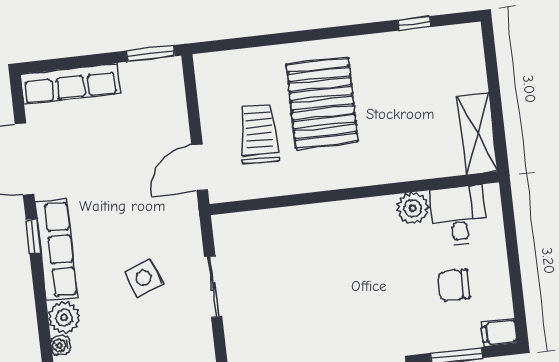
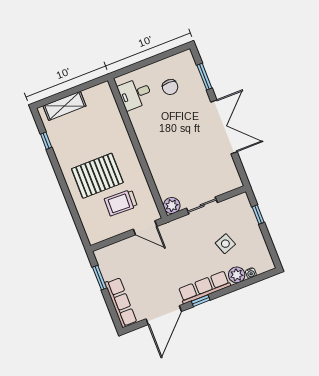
window: (150, 53) -> (100, 278), moved
shelving: (478, 134) -> (64, 106), moved
plant: (413, 208) -> (172, 206), moved
side table: (144, 278) -> (225, 244), moved
filing cabinet: (499, 332) -> (187, 58), removed

